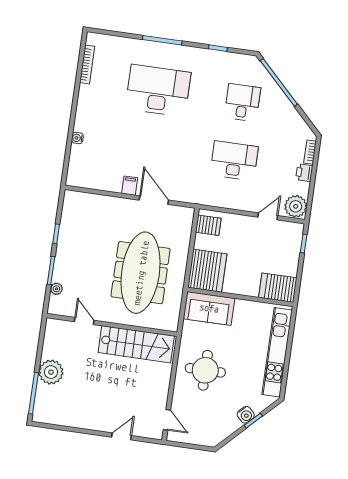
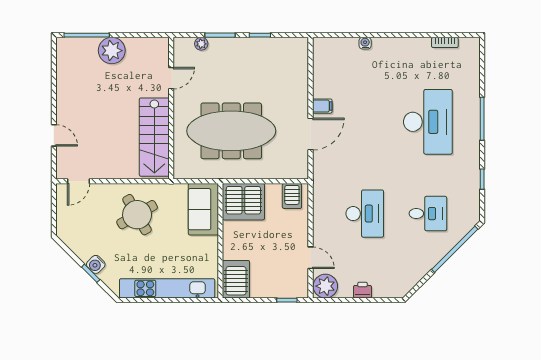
bookcase: (87, 64) -> (445, 42), width x0.64
bookcase: (310, 152) -> (385, 293), removed
round table: (205, 370) -> (137, 215), turned -30

